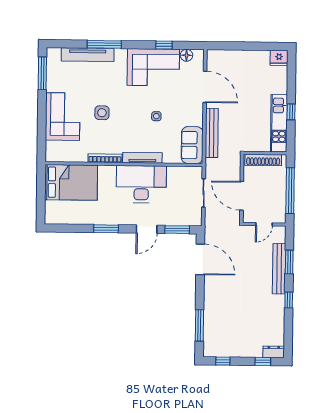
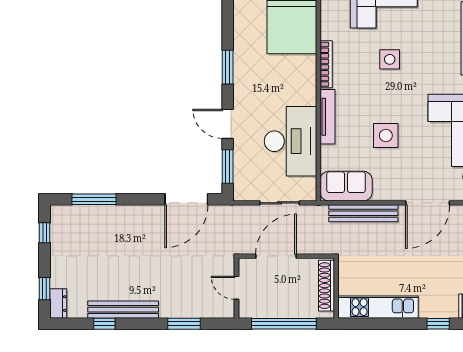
window: (291, 112) -> (438, 324), moved
side table: (156, 116) -> (386, 136), width x1.87, depth x1.87
desk: (141, 184) -> (290, 141), moved
bench: (279, 269) -> (123, 310), moved
window: (289, 300) -> (104, 324), moved

